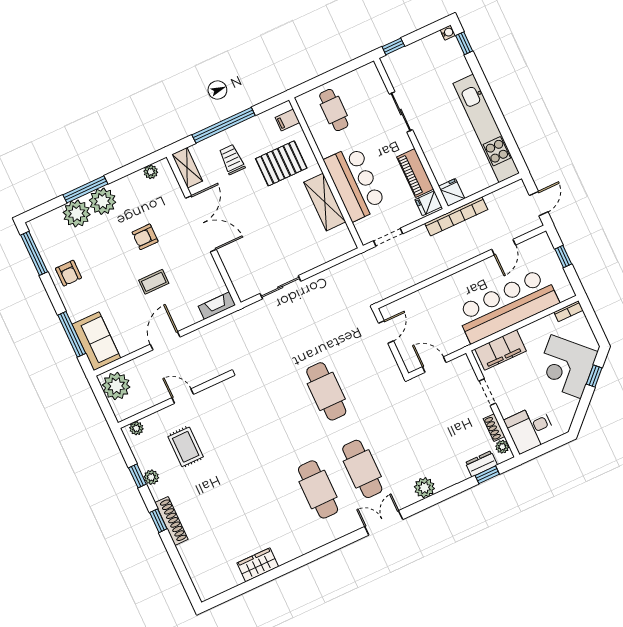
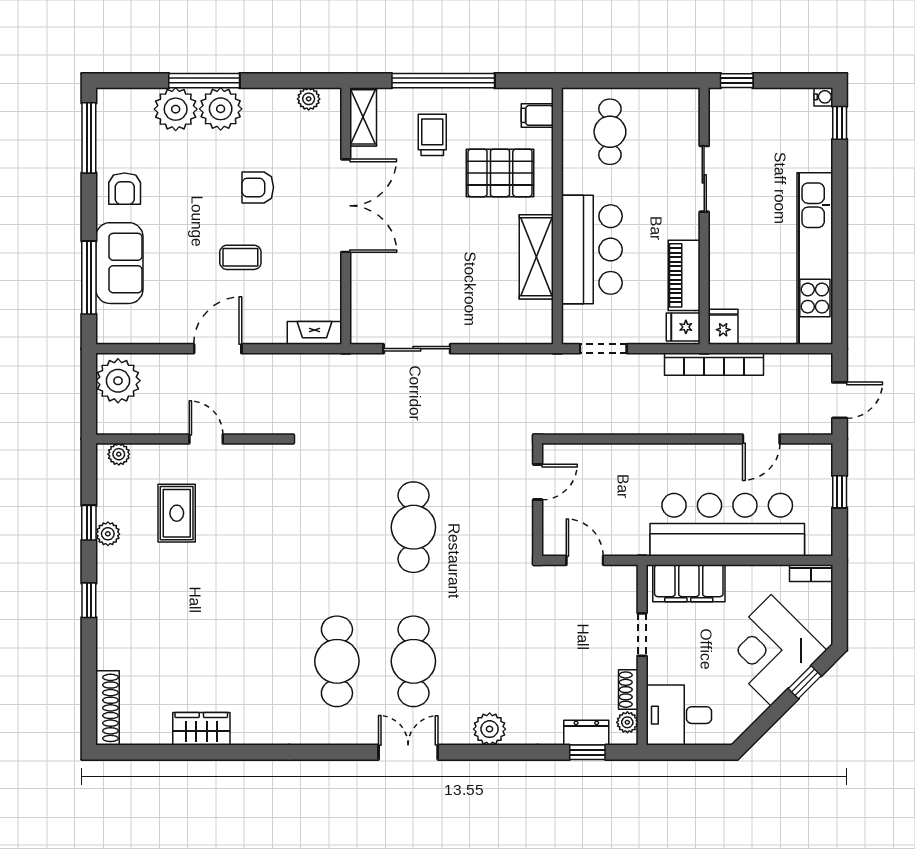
sofa: (96, 341) -> (119, 263), moved
shoe rack: (171, 521) -> (107, 708), moved

